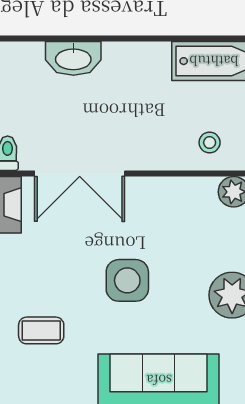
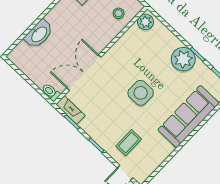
double door: (80, 173) -> (84, 73), swing flipped

